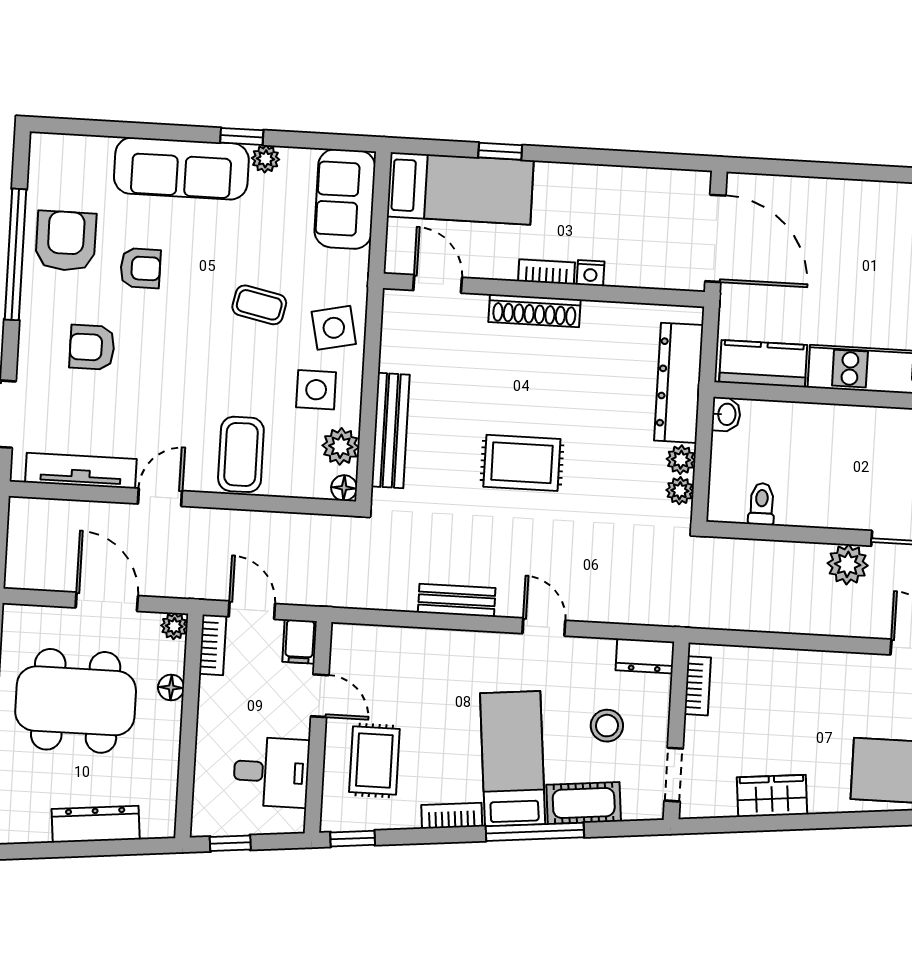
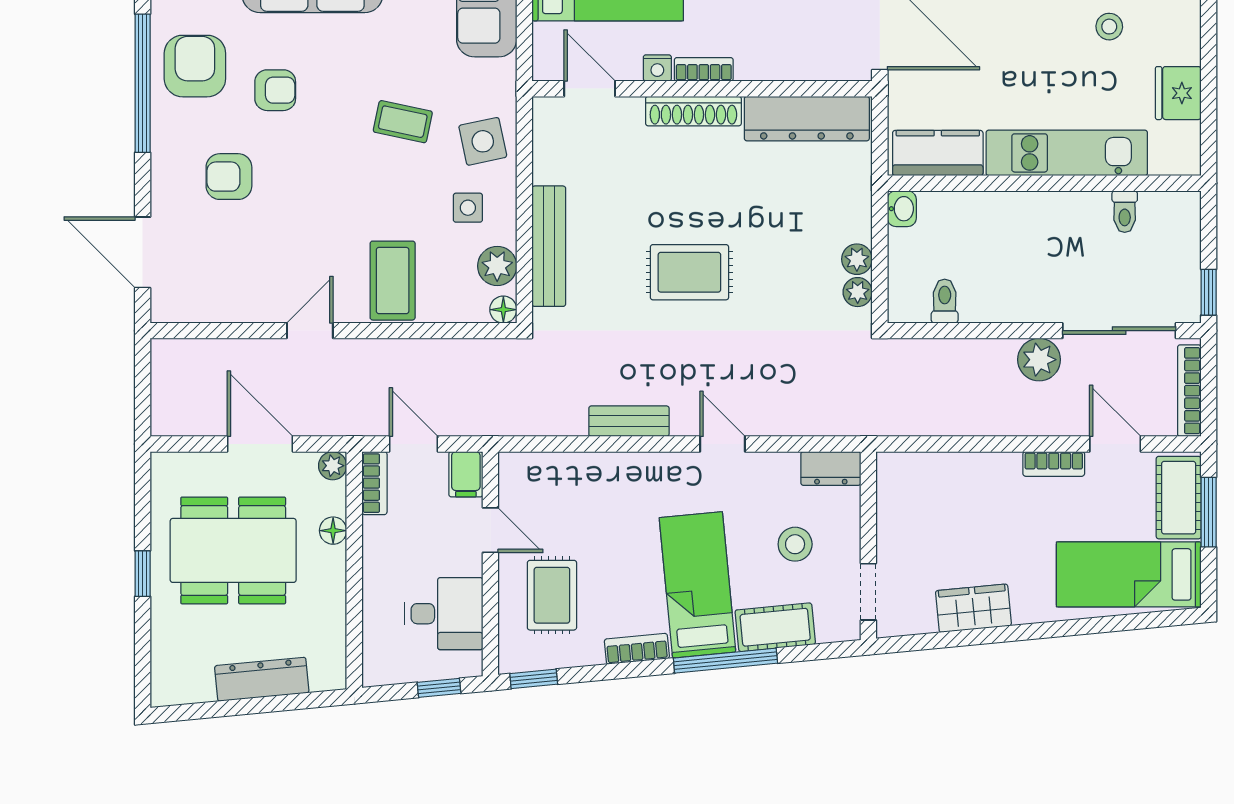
nightstand: (590, 273) -> (657, 68), moved
dresser: (679, 383) -> (807, 119), moved, turned -90
side table: (316, 390) -> (468, 208), width x0.73, depth x0.73
tv unit: (81, 471) -> (225, 307), removed
bookcase: (698, 686) -> (1054, 464), moved, turned 90
window: (230, 843) -> (439, 688), moved

